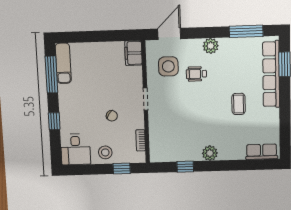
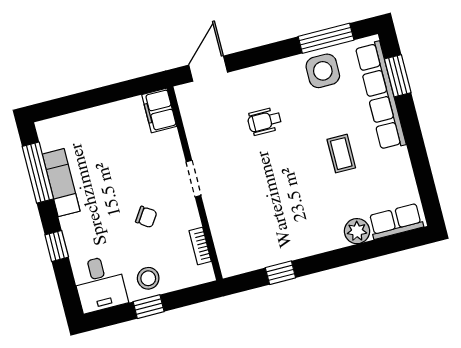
plant: (211, 46) -> (277, 73), removed
exam couch: (63, 63) -> (61, 183), moved
side table: (168, 66) -> (323, 71), moved
plant: (210, 153) -> (357, 231), moved
window: (122, 169) -> (149, 307), moved

